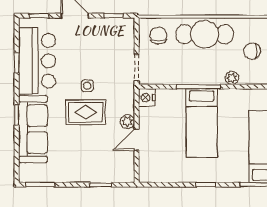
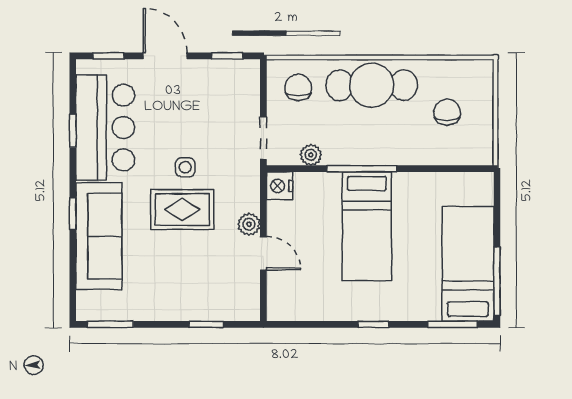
chair: (252, 51) -> (447, 112), turned 90
plant: (232, 78) -> (311, 155), moved
door: (137, 140) -> (263, 253), swing flipped

